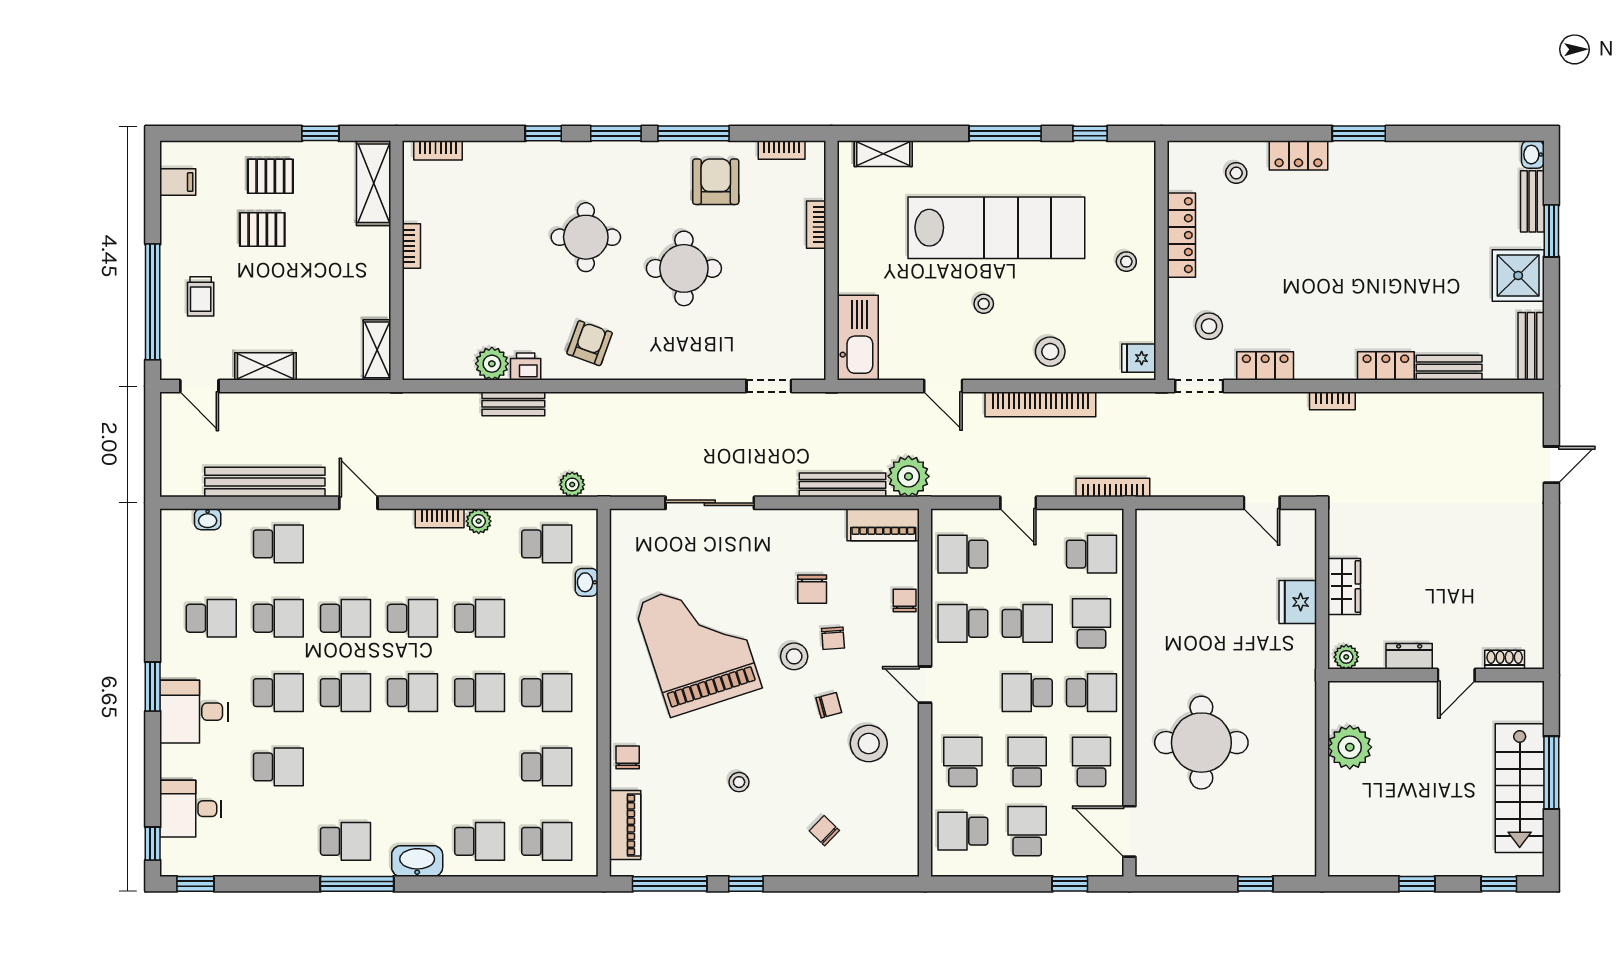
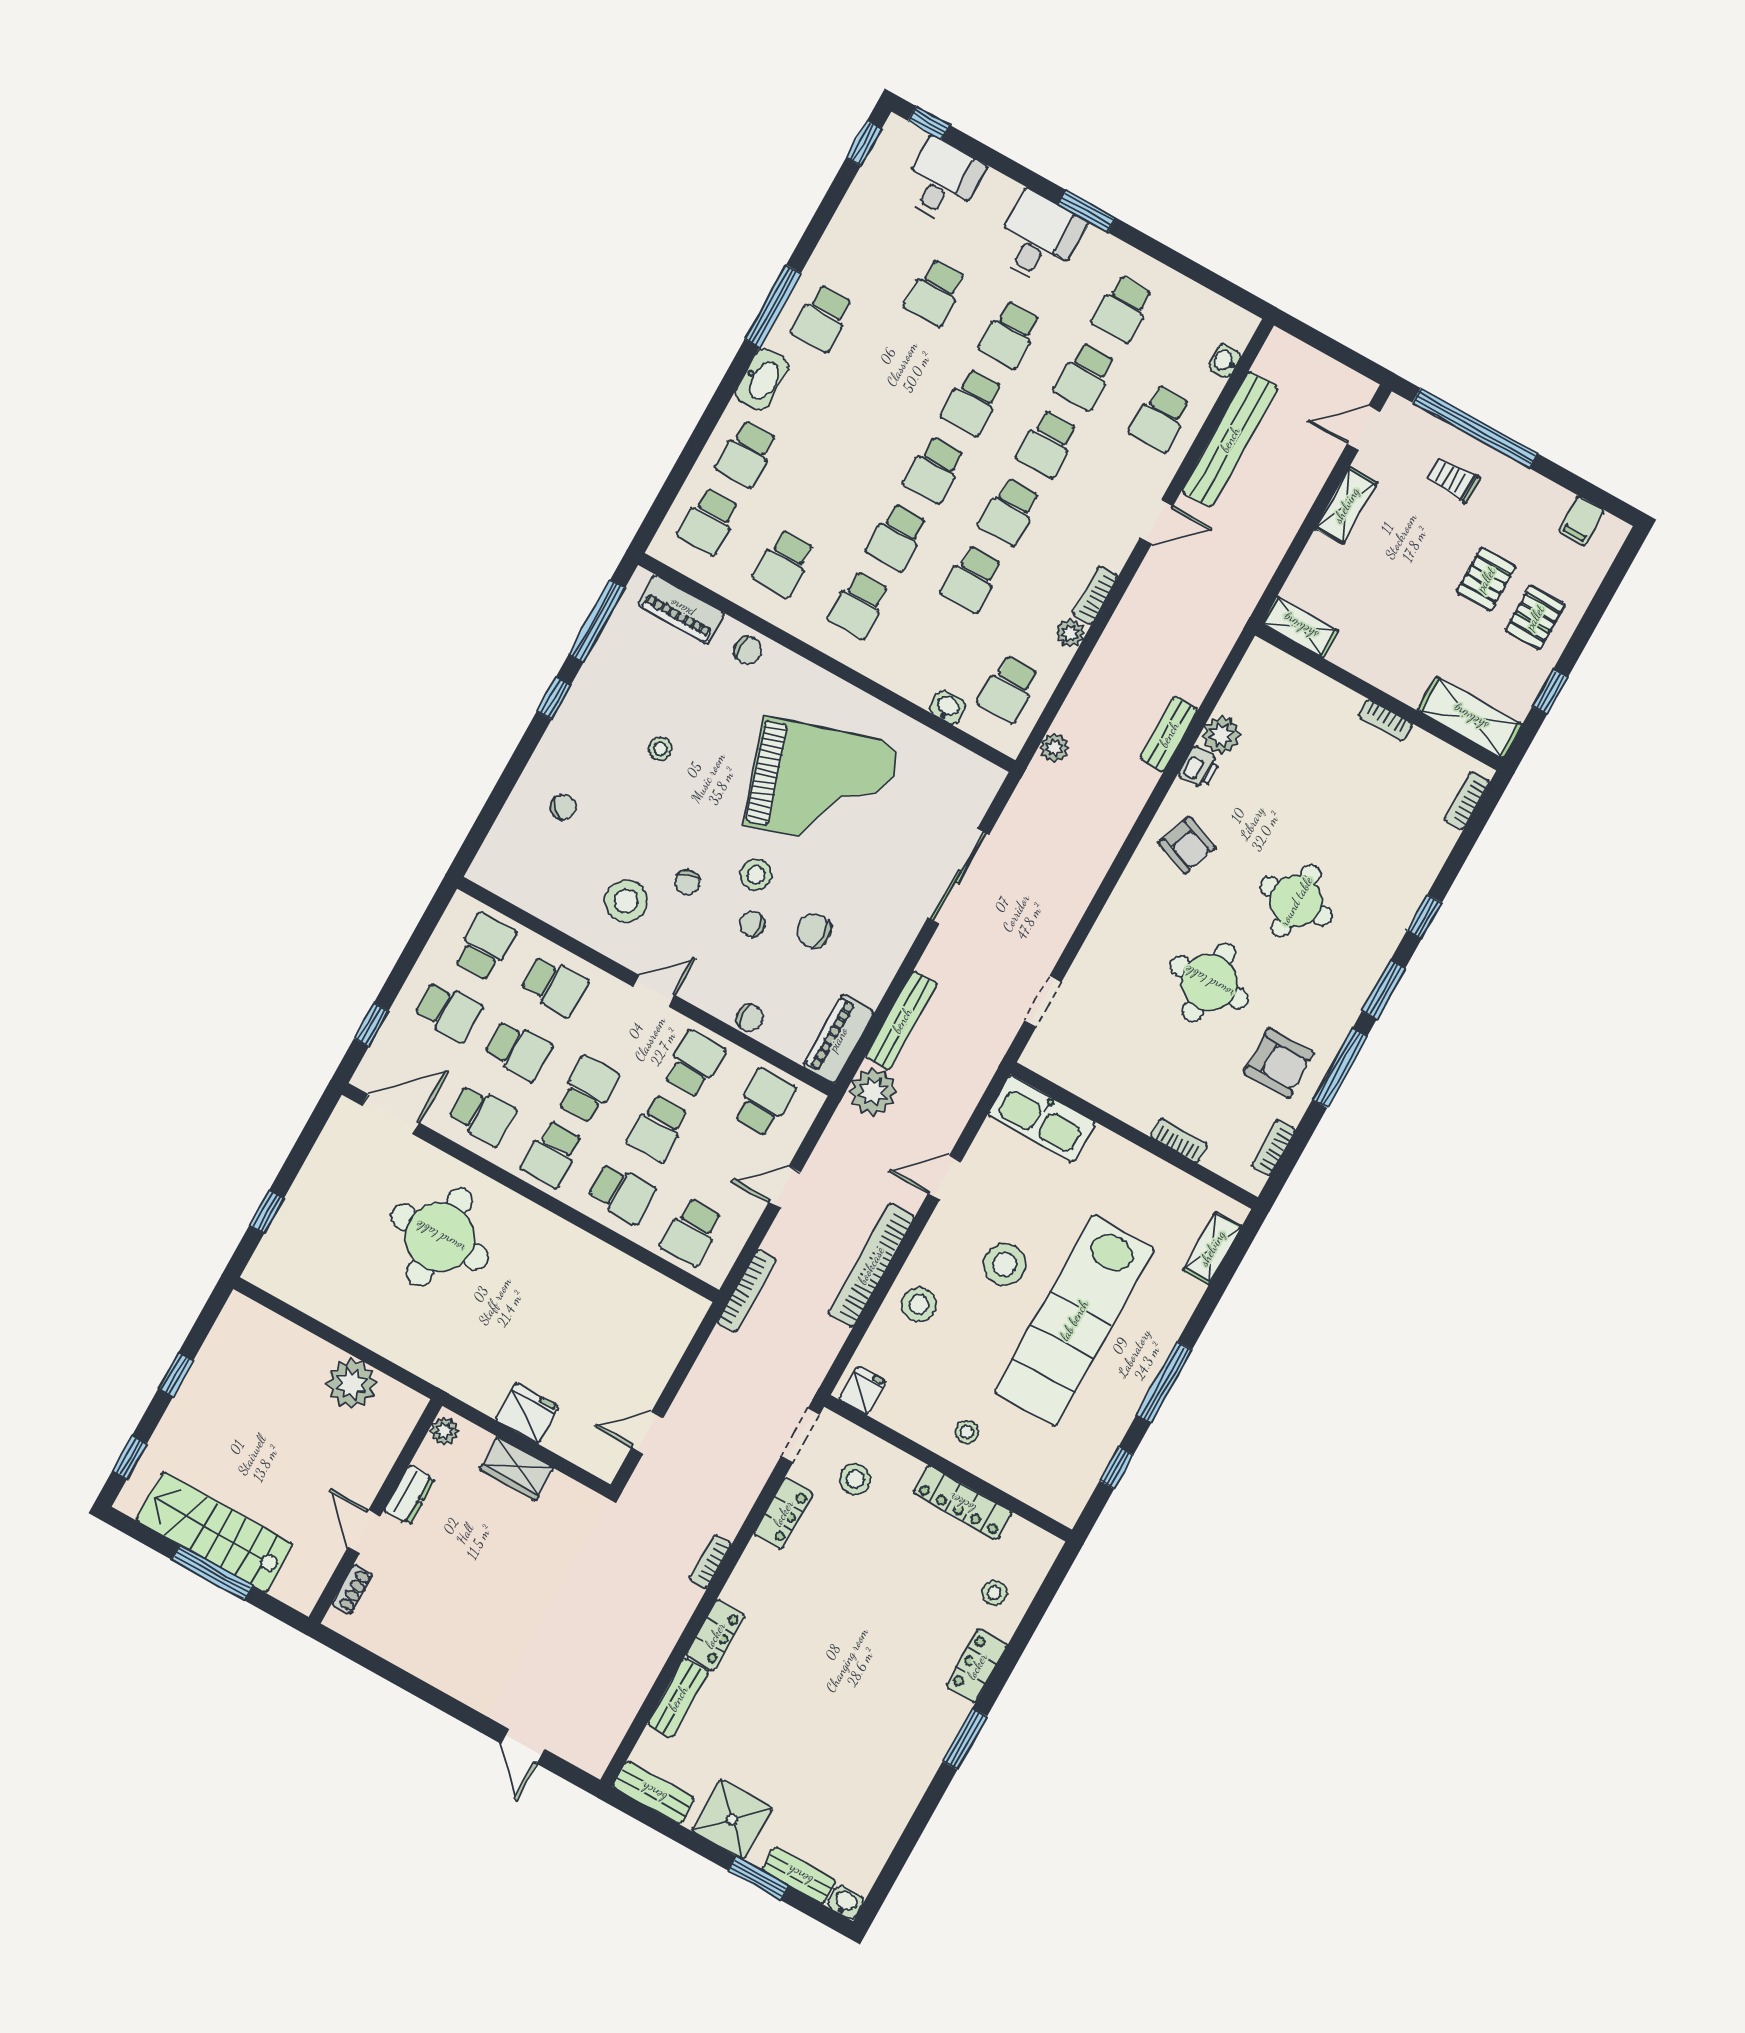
stool: (984, 304) -> (1005, 1265), width x1.89, depth x1.89

